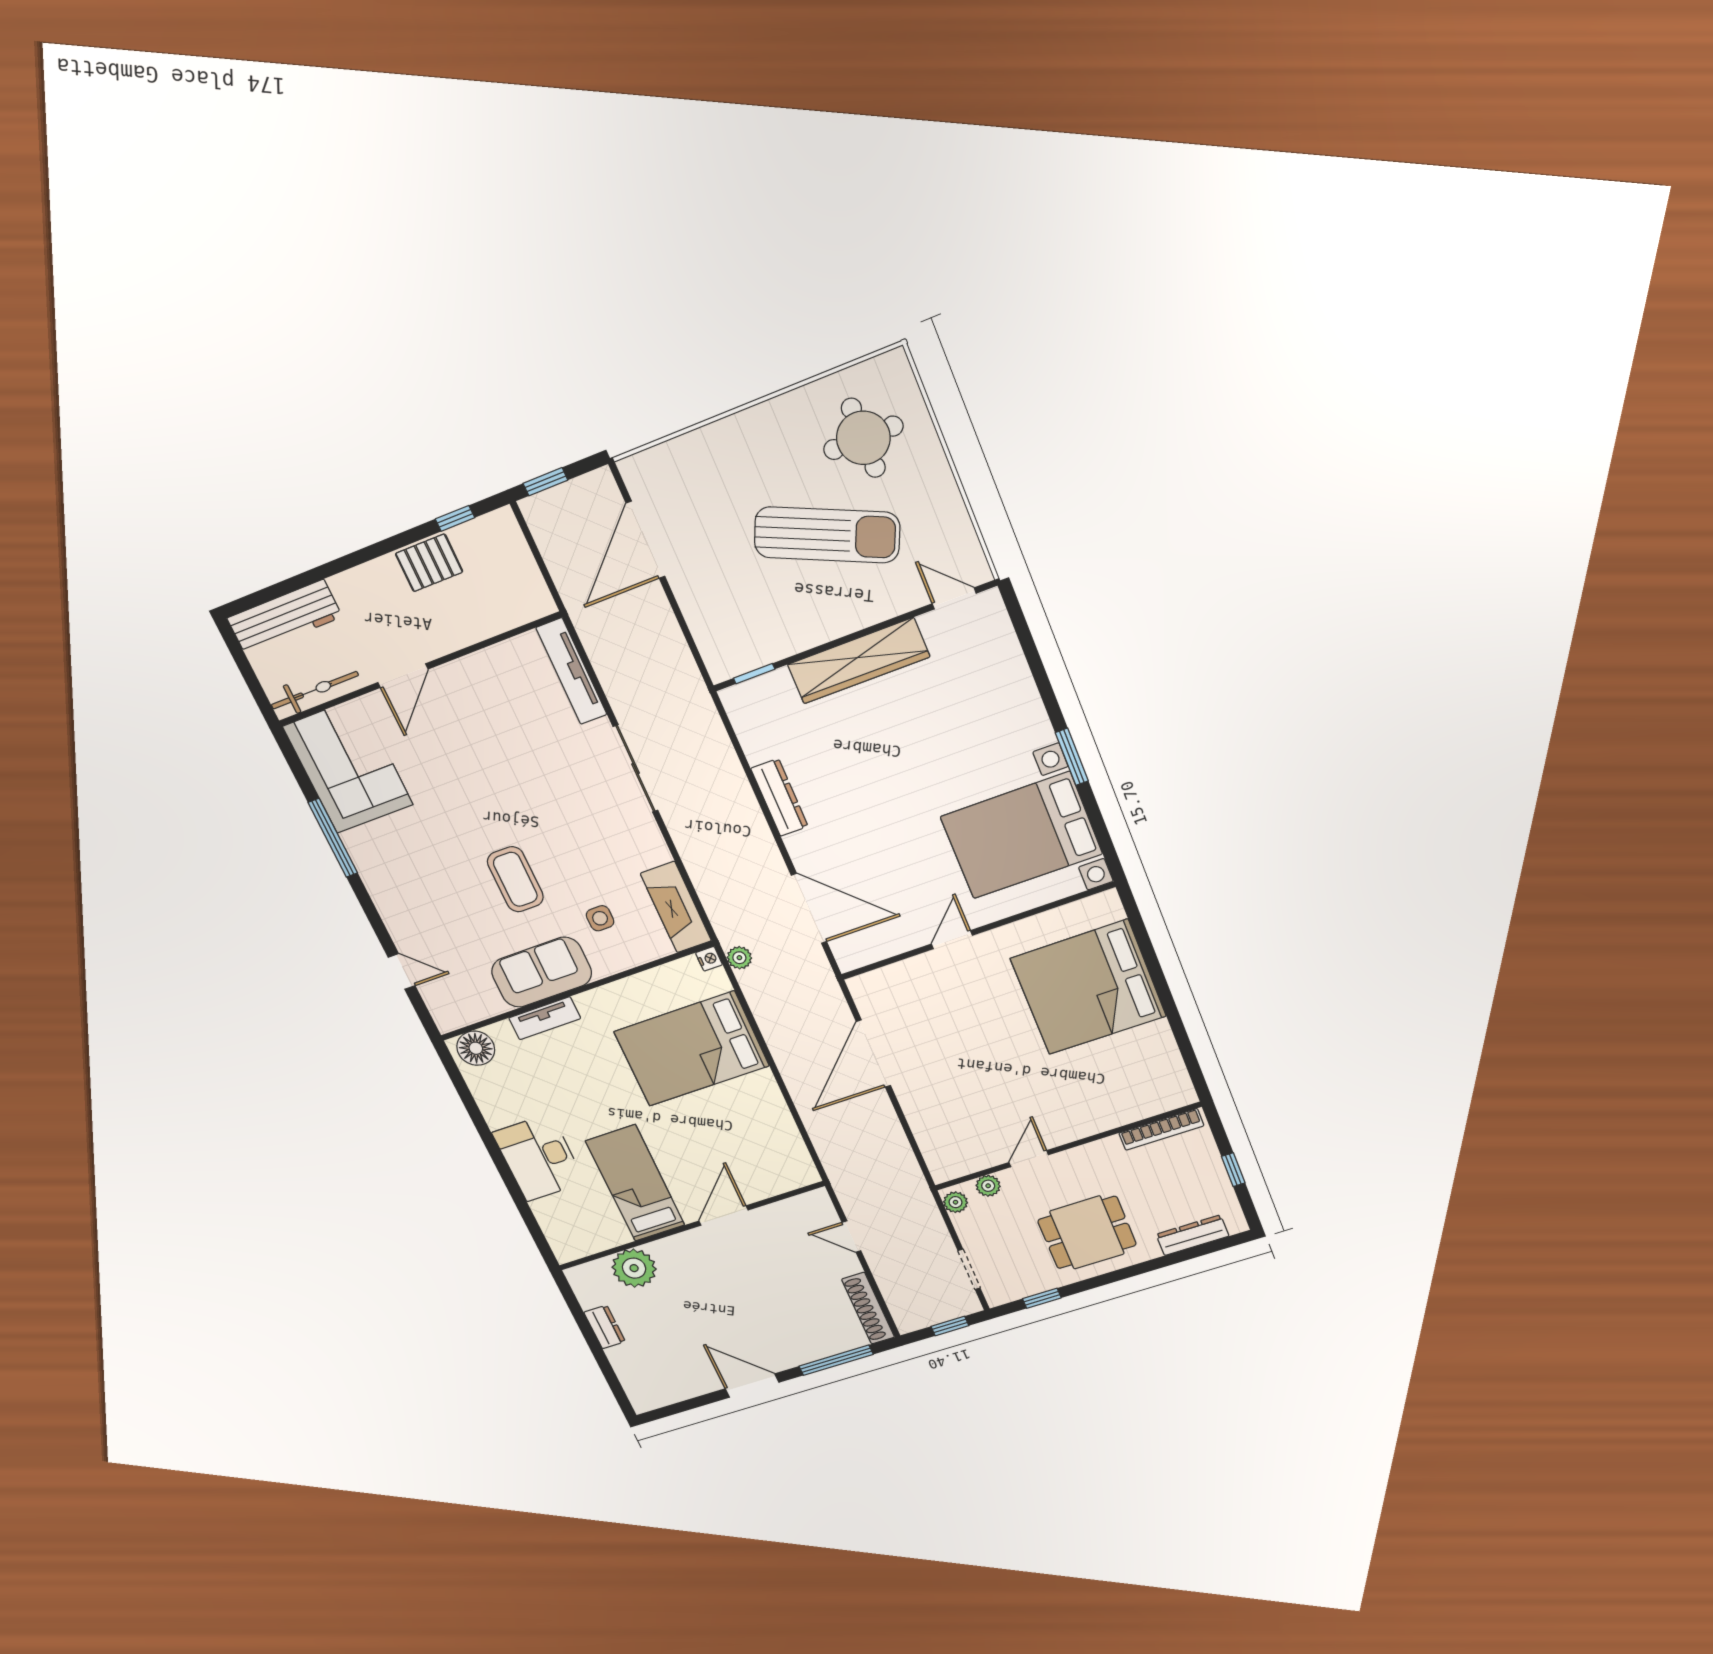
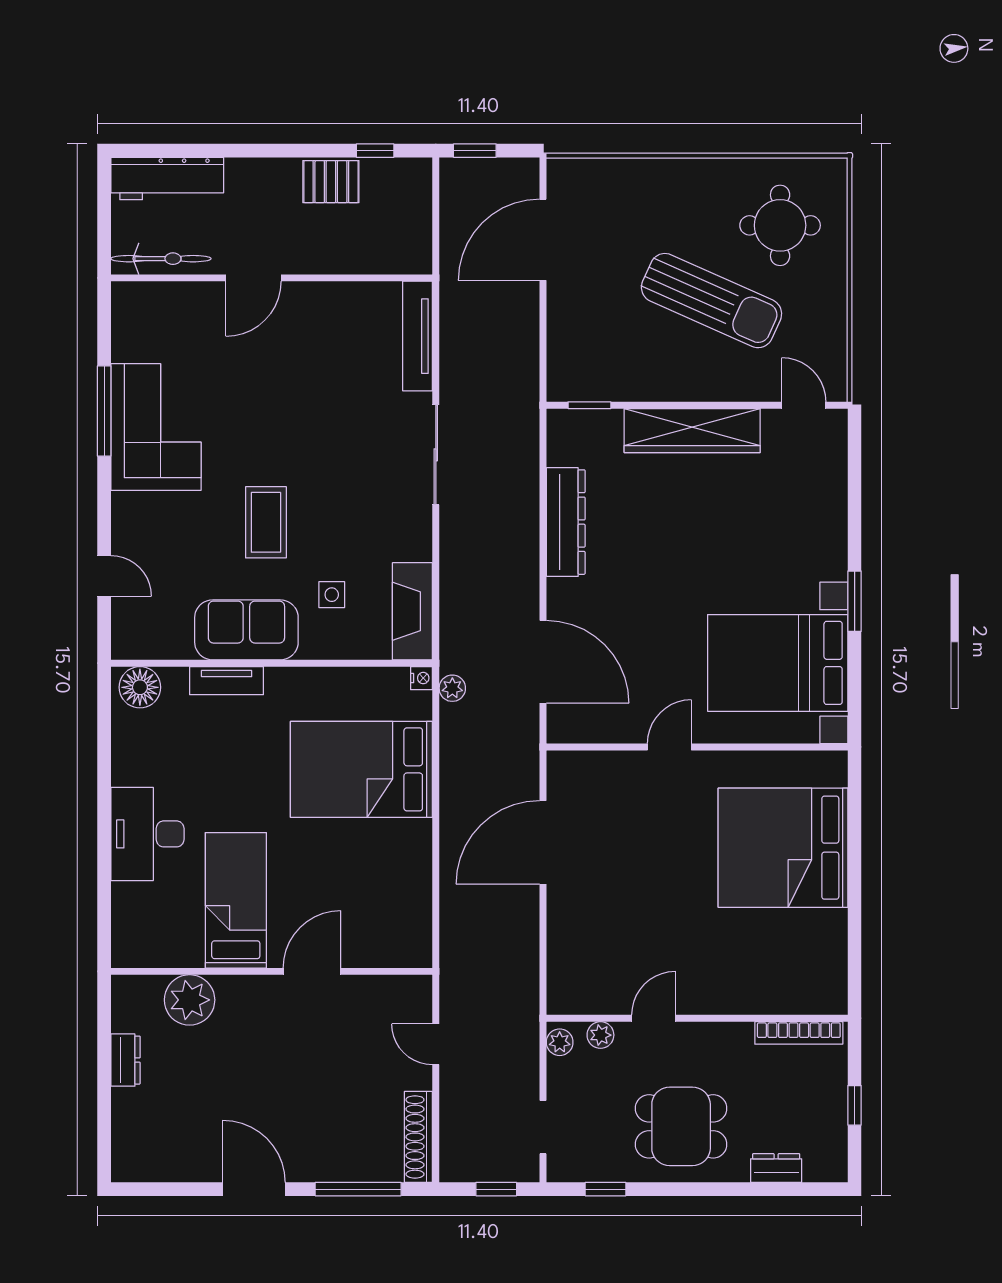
corner sofa: (348, 766) -> (156, 427), moved
dresser: (779, 797) -> (566, 522), width x1.37, depth x1.24
dresser: (1192, 1235) -> (776, 1168), width x0.70

